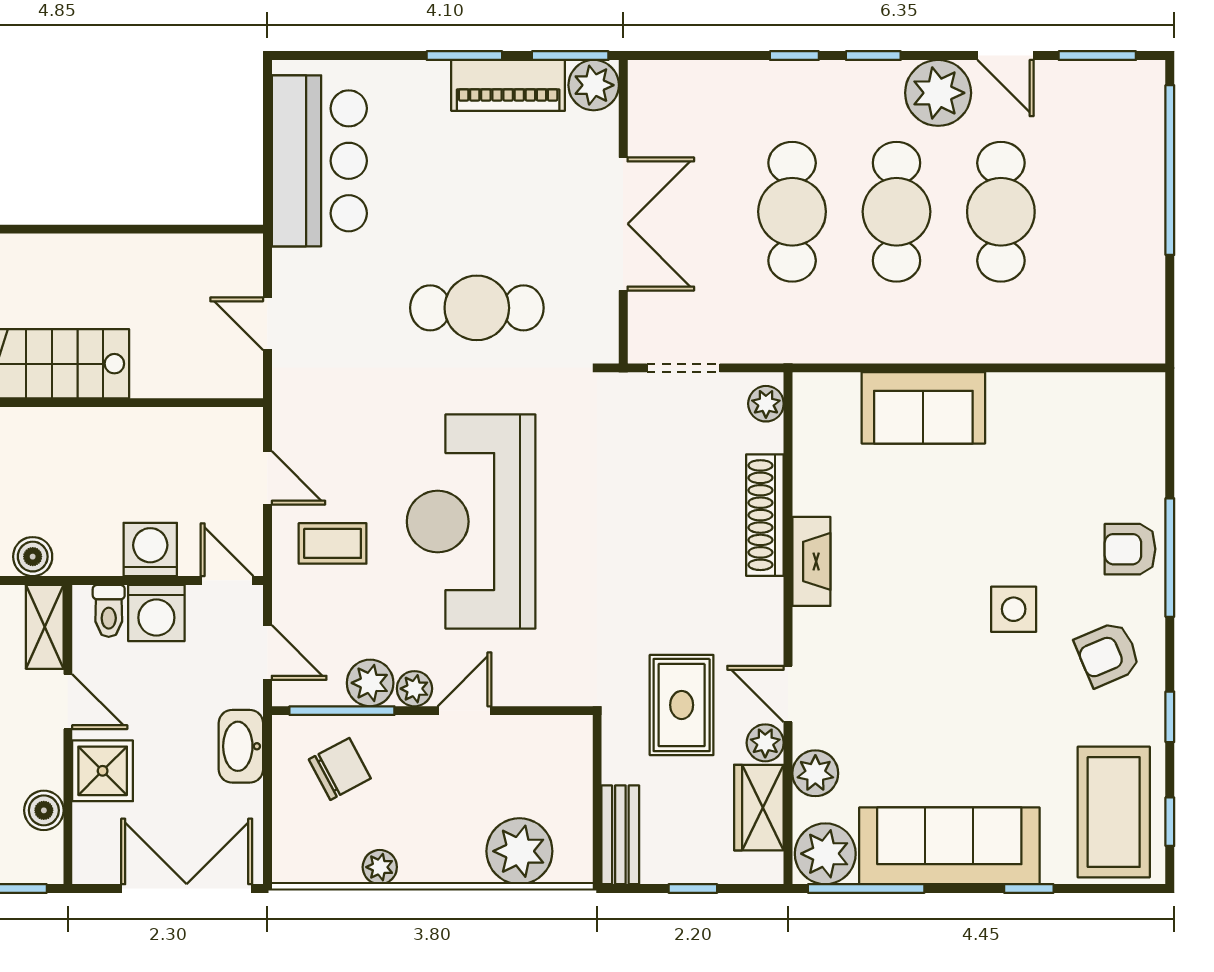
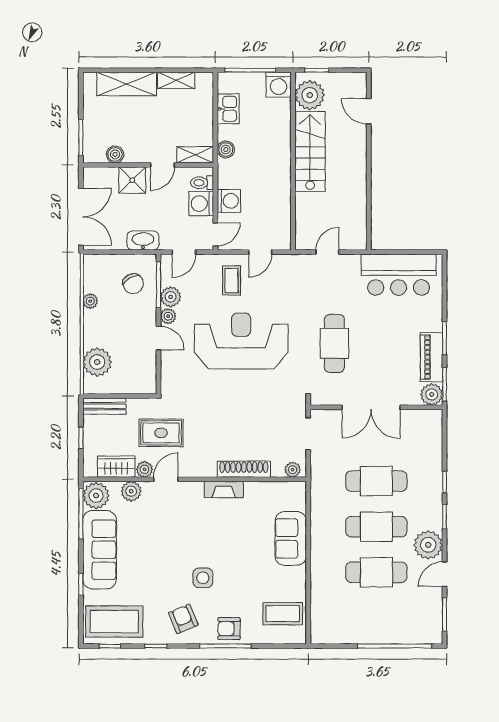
coffee table: (1096, 426) -> (283, 614), added
armchair: (1130, 549) -> (229, 629), turned -90

